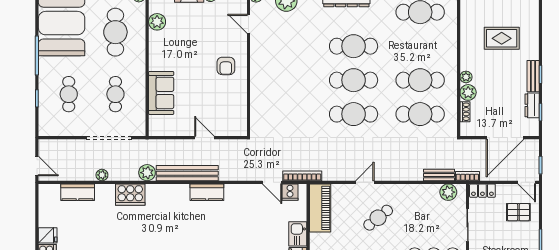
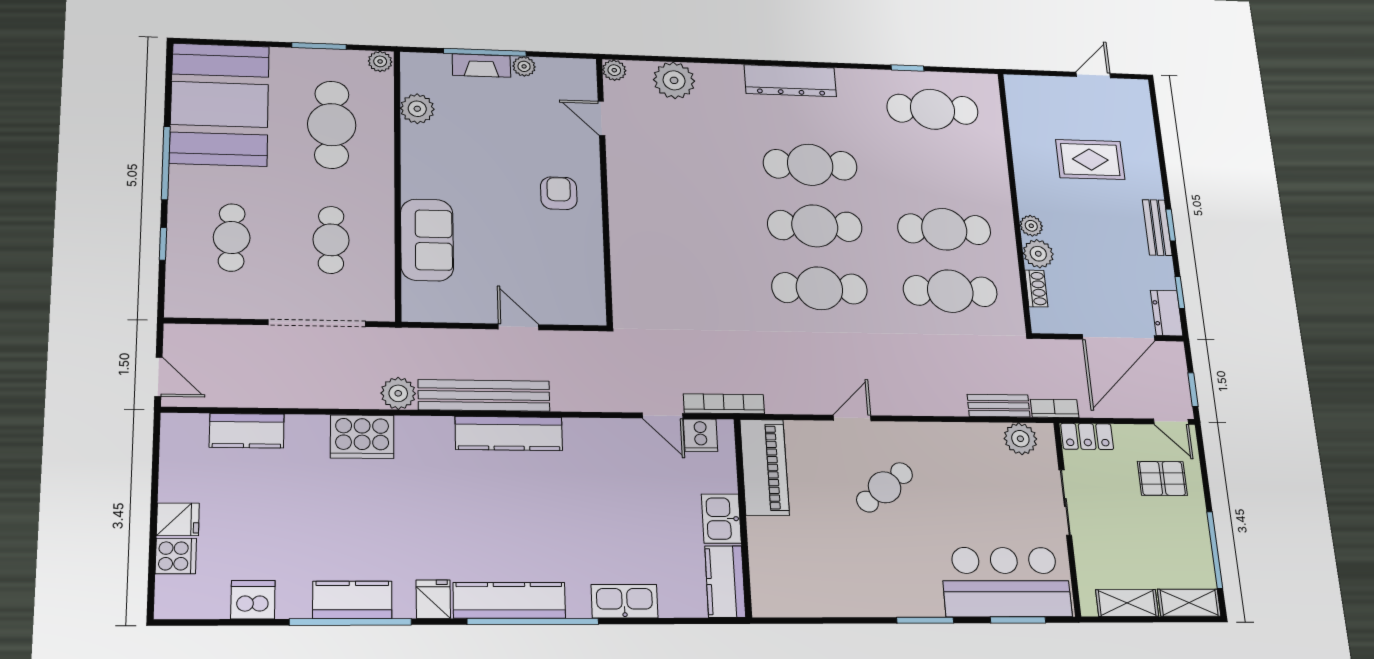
armchair: (226, 66) -> (559, 193), turned 180
dresser: (532, 105) -> (1167, 313), moved
plant: (102, 175) -> (301, 397), removed
kitchen counter: (207, 192) -> (509, 433), width x1.50

